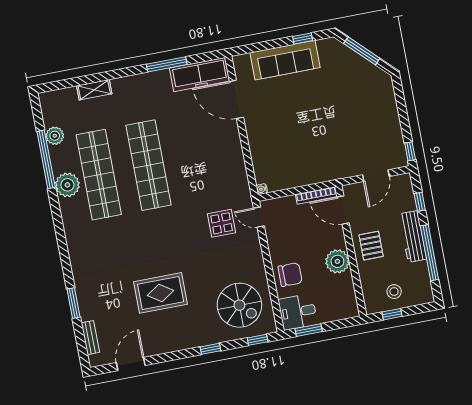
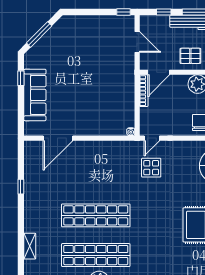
window: (167, 64) -> (21, 187), width x0.46
freezer: (200, 74) -> (33, 163), removed

